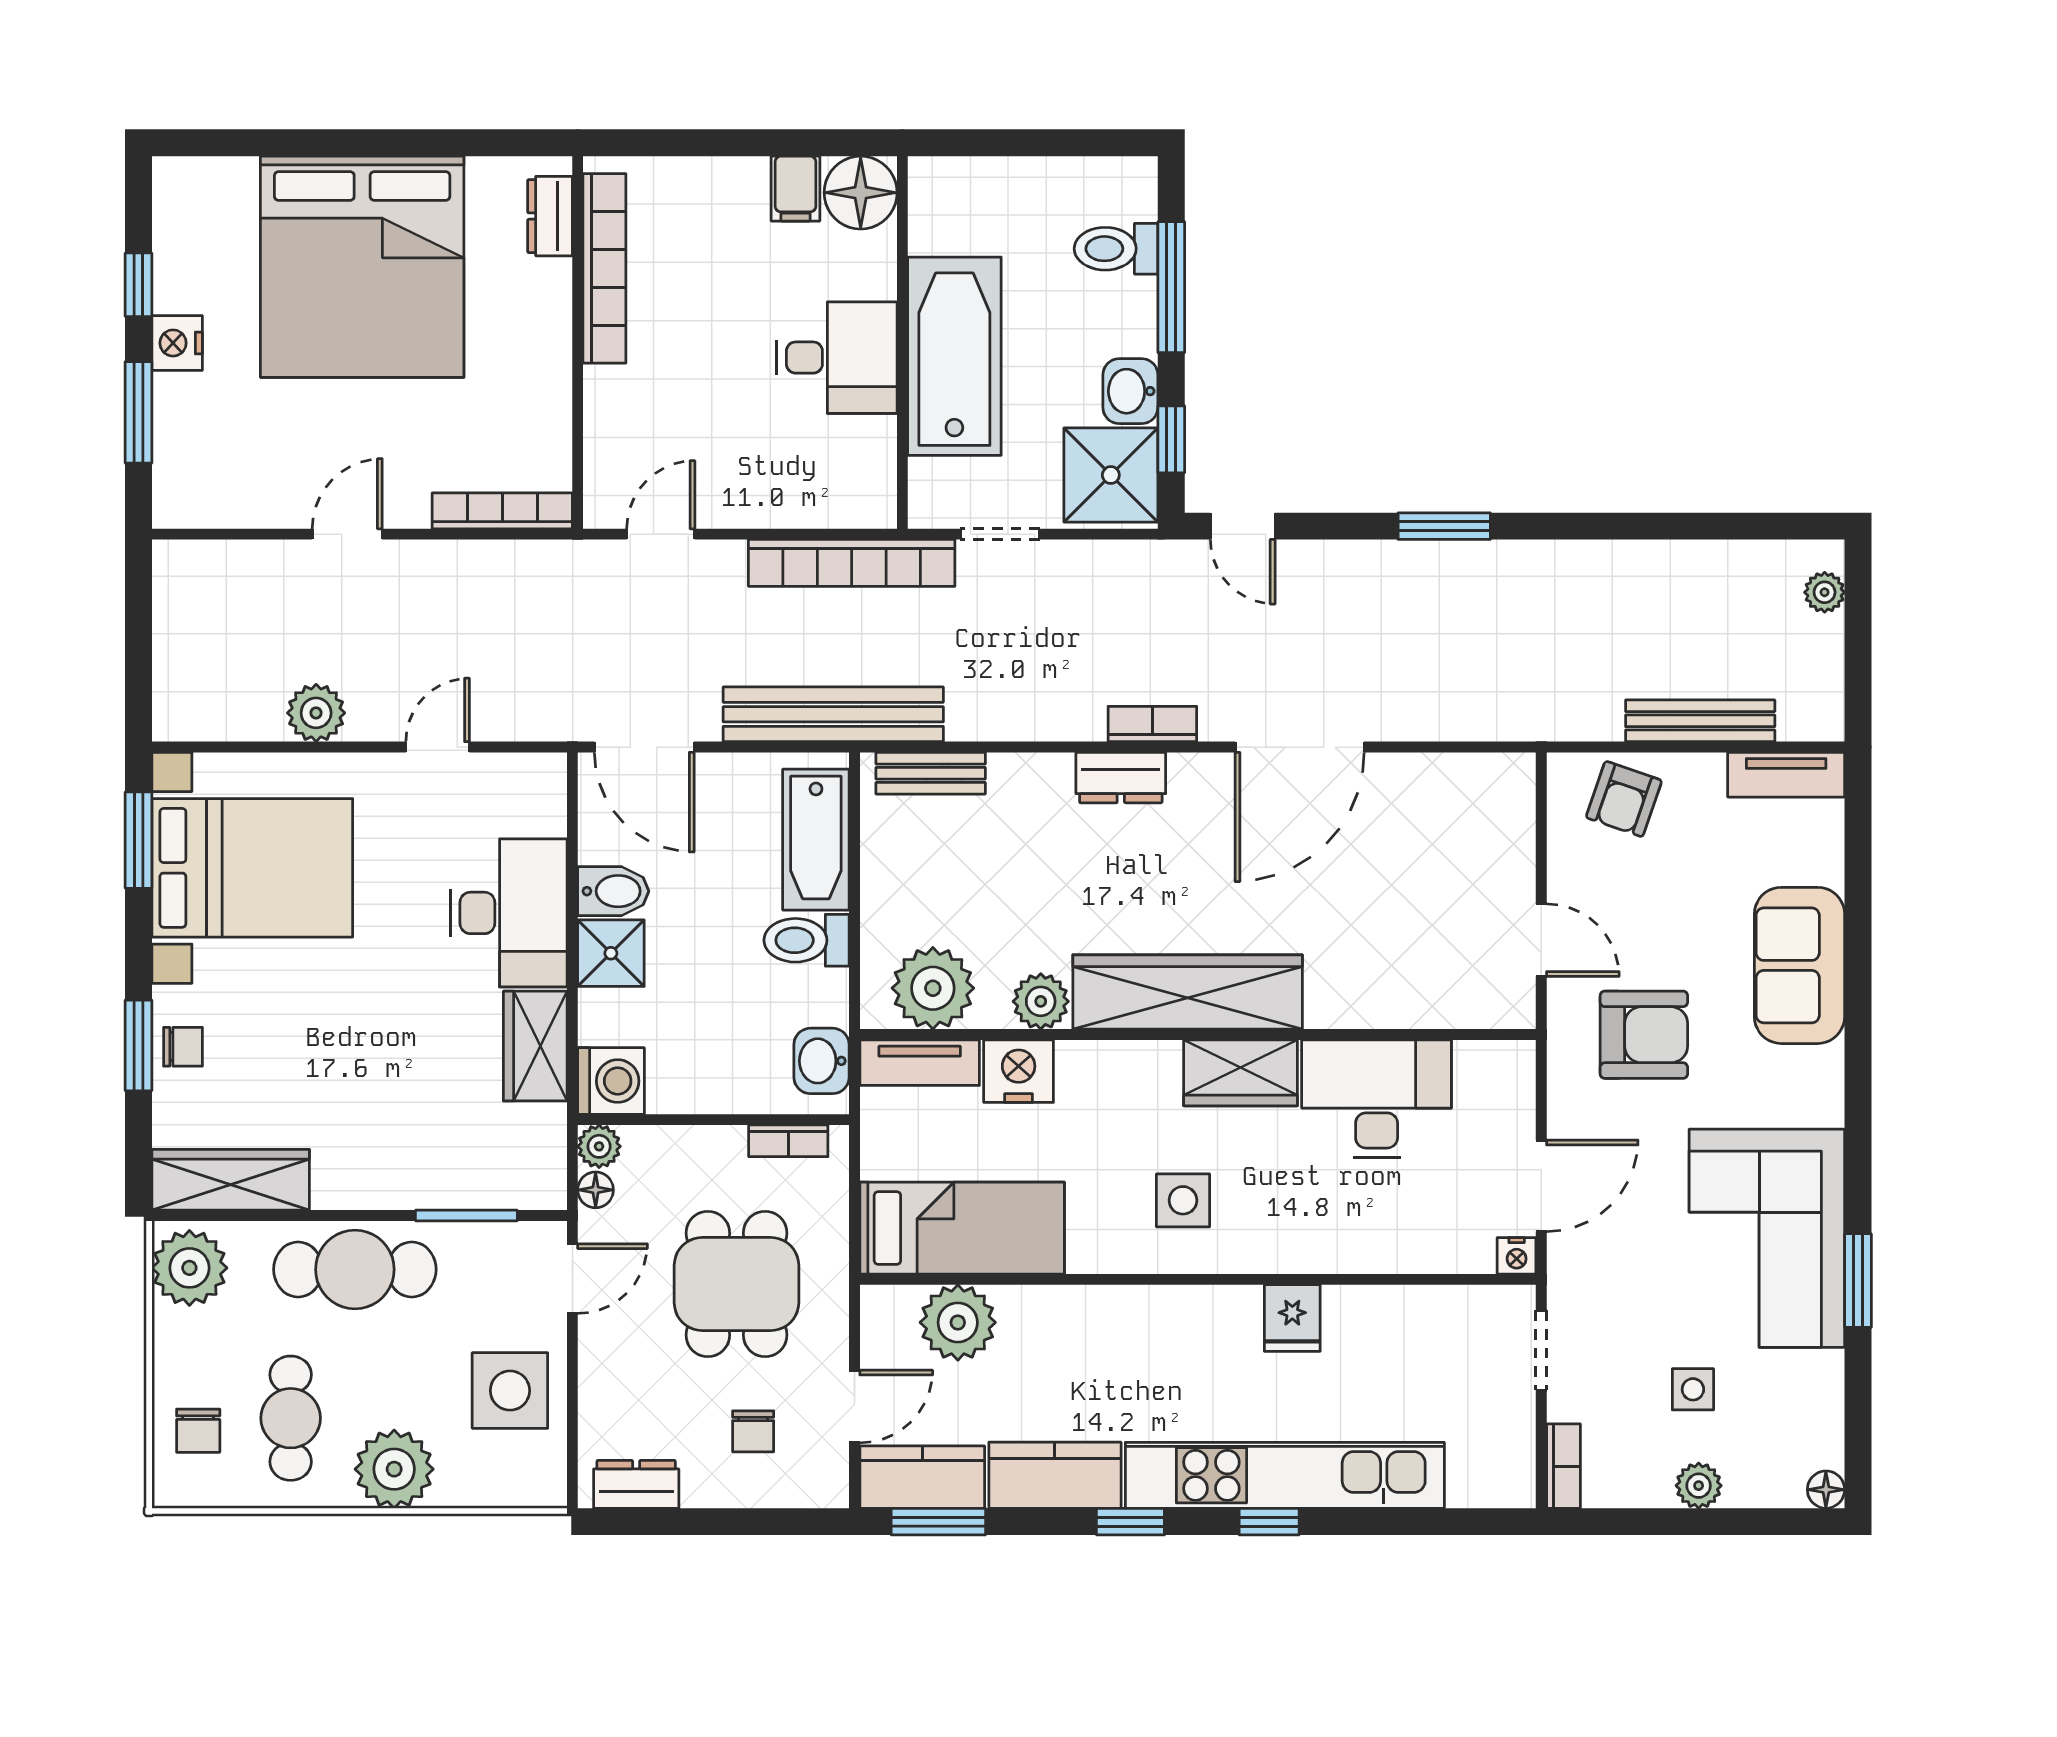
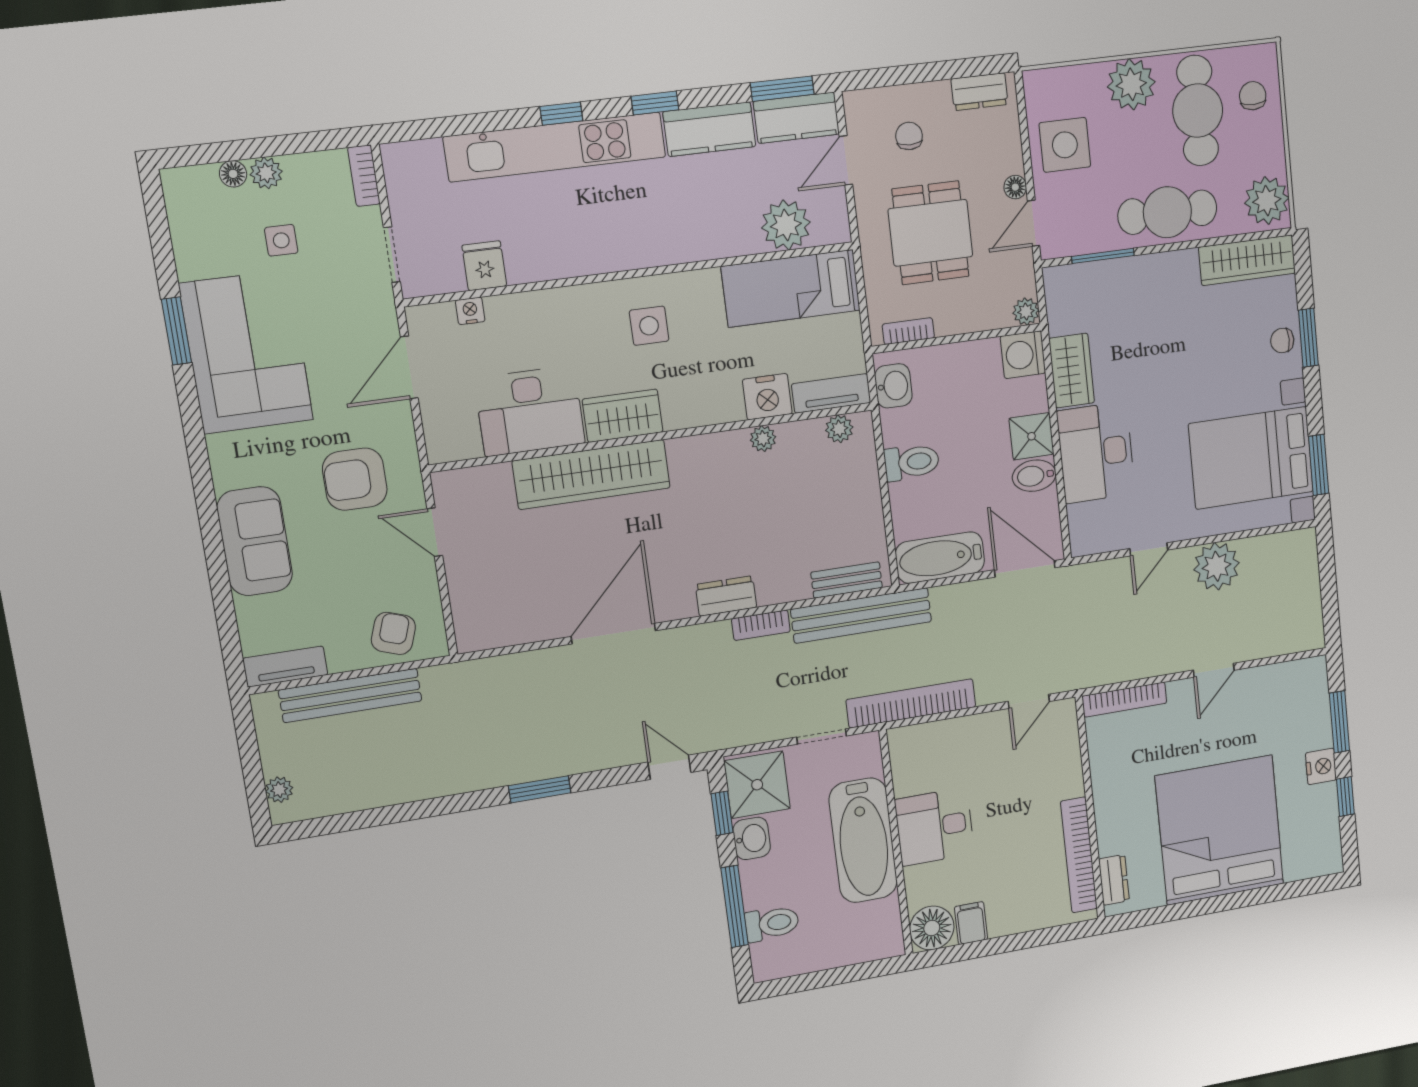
plant: (316, 713) -> (1217, 566), width x1.36, depth x1.36
bench: (833, 714) -> (861, 615), moved
bench: (1700, 721) -> (350, 695), width x1.37, depth x1.21
bookcase: (1152, 724) -> (761, 625), moved
bathtub: (816, 840) -> (940, 558), moved, turned -90
plant: (933, 988) -> (839, 429), width x0.53, depth x0.53
wardrobe: (1188, 992) -> (591, 474), moved
plant: (1041, 1001) -> (763, 439), width x0.73, depth x0.73
floor lamp: (596, 1190) -> (1015, 187), moved
nightstand: (1517, 1256) -> (470, 311), moved
fridge: (1292, 1318) -> (484, 266), moved
cafe table: (291, 1418) -> (1198, 111), width x1.37, depth x1.35
floor lamp: (1826, 1490) -> (233, 174), moved

